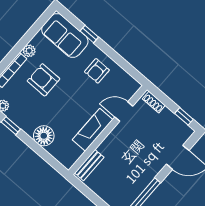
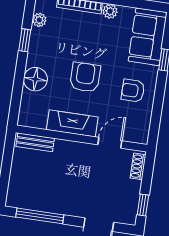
armchair: (44, 80) -> (85, 77), moved
door: (124, 112) -> (110, 143), hinge flipped

